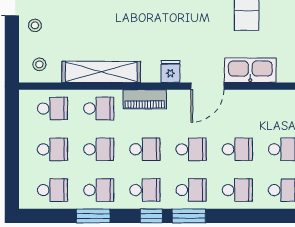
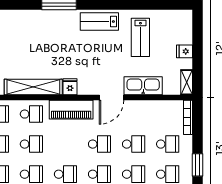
fridge: (170, 72) -> (70, 87), moved
piano: (145, 99) -> (71, 110), width x1.37, depth x1.33
school desk: (145, 149) -> (65, 144), removed

